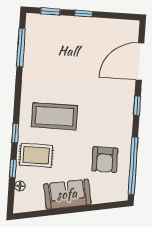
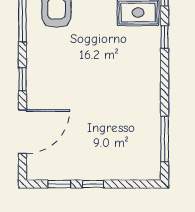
window: (50, 11) -> (59, 184), moved
coffee table: (54, 116) -> (120, 60), removed

